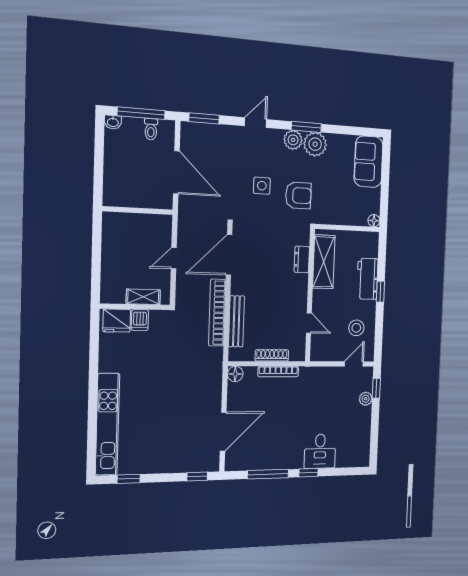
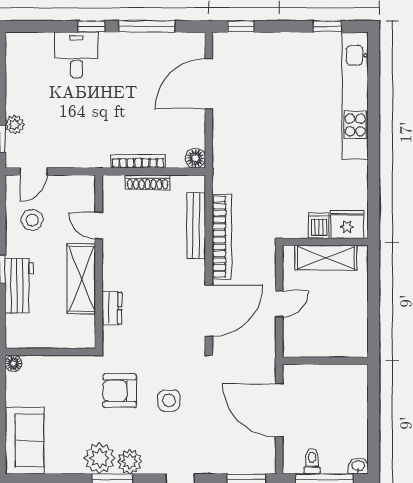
shelving: (324, 262) -> (81, 279), moved
shelving: (143, 297) -> (326, 258), width x1.50, depth x1.33

